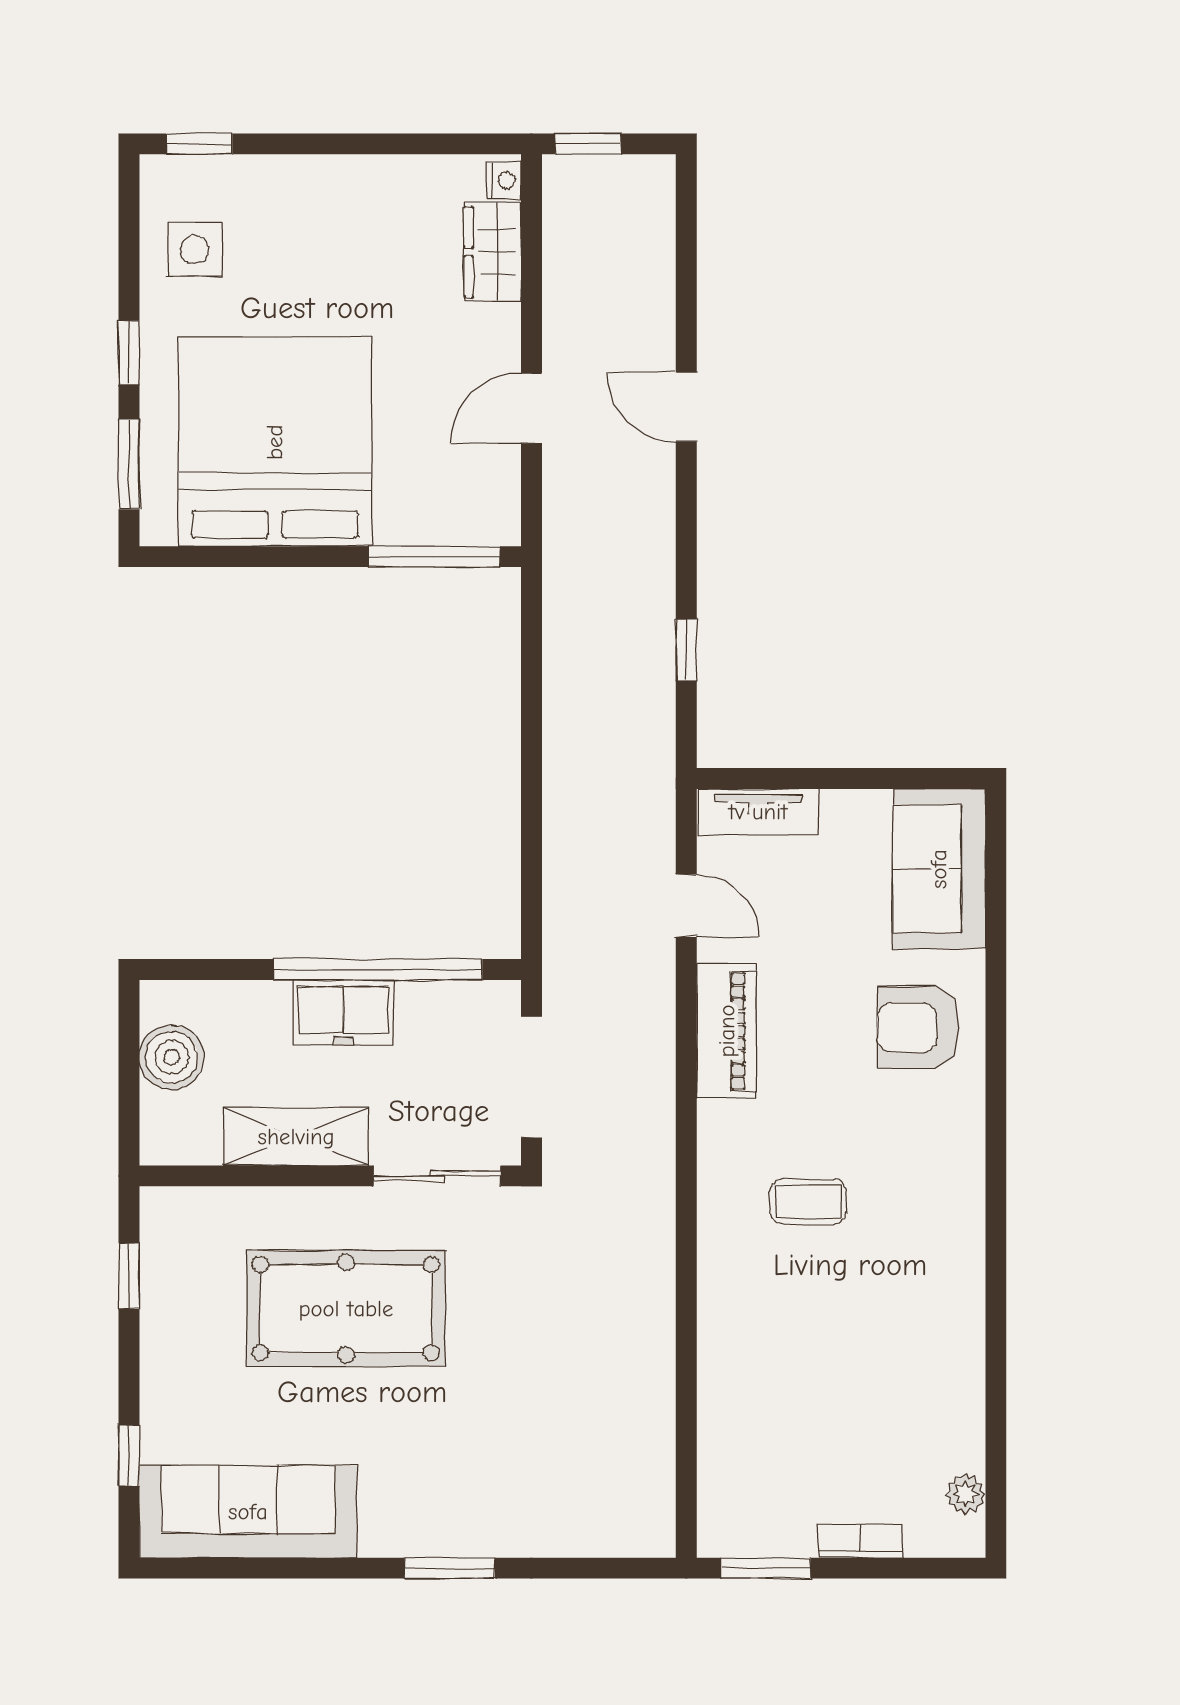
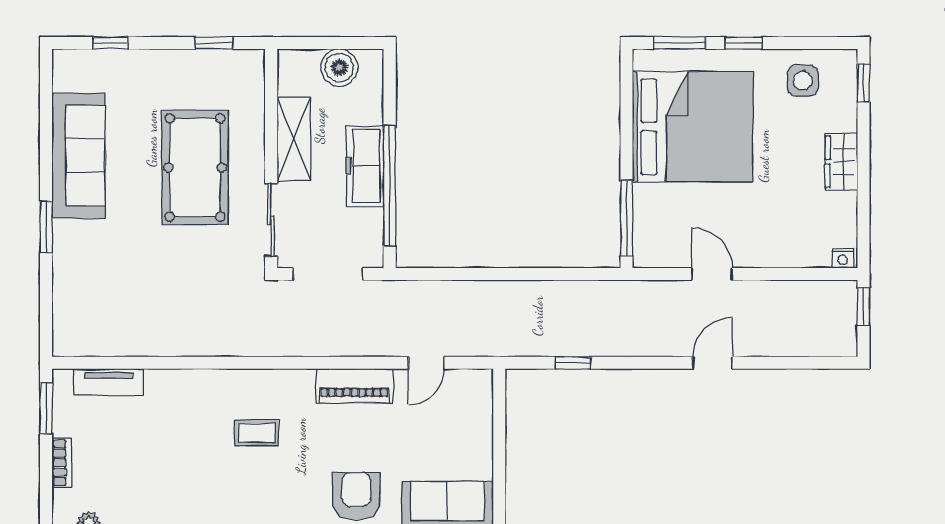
wardrobe: (493, 252) -> (841, 162), moved, turned -90
tv unit: (758, 812) -> (109, 382), moved, turned -90
freezer: (343, 1012) -> (365, 166), width x1.40
coffee table: (808, 1202) -> (256, 433), turned 90
sofa: (248, 1512) -> (79, 156), moved

